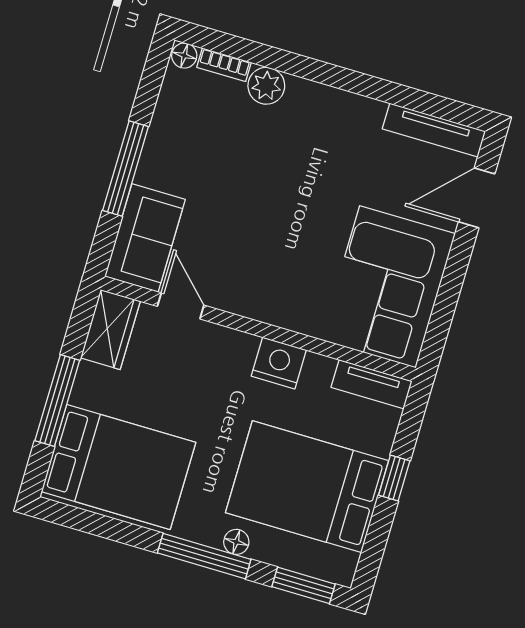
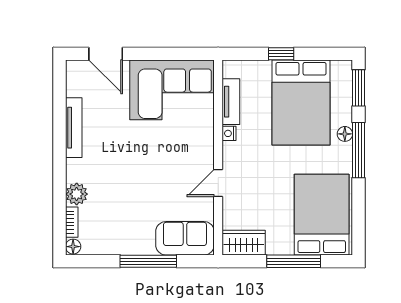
tv unit: (434, 130) -> (74, 128), moved
door: (181, 306) -> (218, 183), moved
nightstand: (279, 363) -> (229, 133), width x0.53, depth x0.56
tv unit: (372, 384) -> (231, 102), moved

